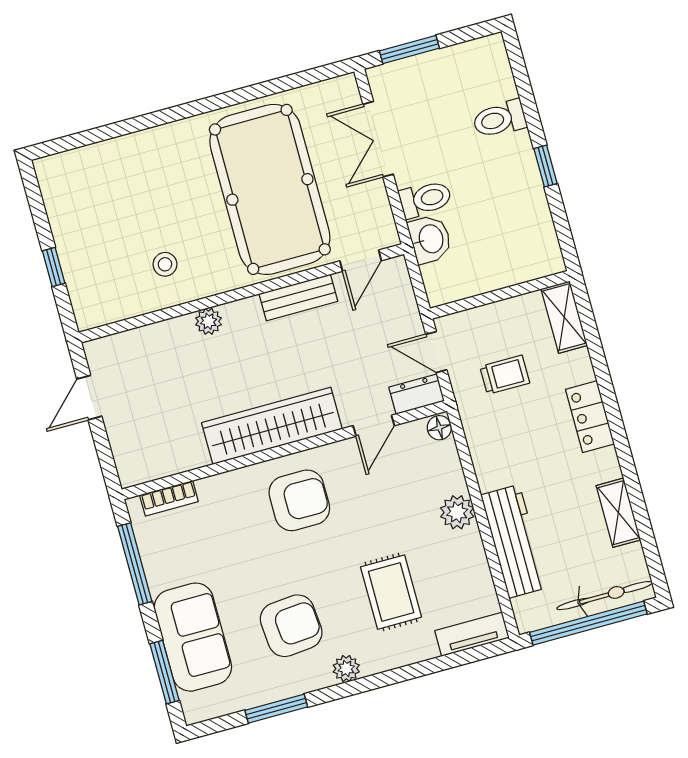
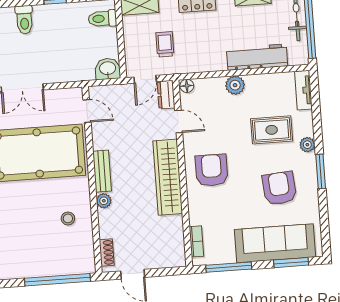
toilet: (425, 199) -> (102, 19), moved, turned -90
washbasin: (430, 239) -> (108, 69), moved
window: (54, 267) -> (57, 280), width x3.17
bench: (298, 298) -> (102, 171), moved
shoe rack: (118, 344) -> (107, 252), added
sofa: (193, 637) -> (275, 243), width x1.36
plant: (346, 669) -> (307, 145), moved
window: (276, 709) -> (321, 171), moved

